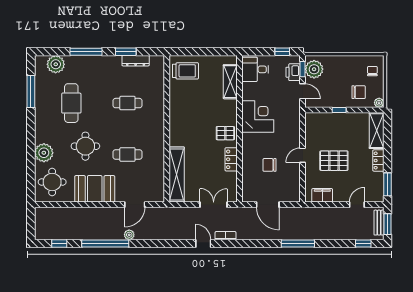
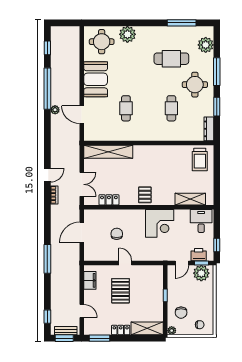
dresser: (136, 61) -> (209, 129), moved
round table: (85, 146) -> (195, 85), moved
locker: (231, 159) -> (109, 200), moved

